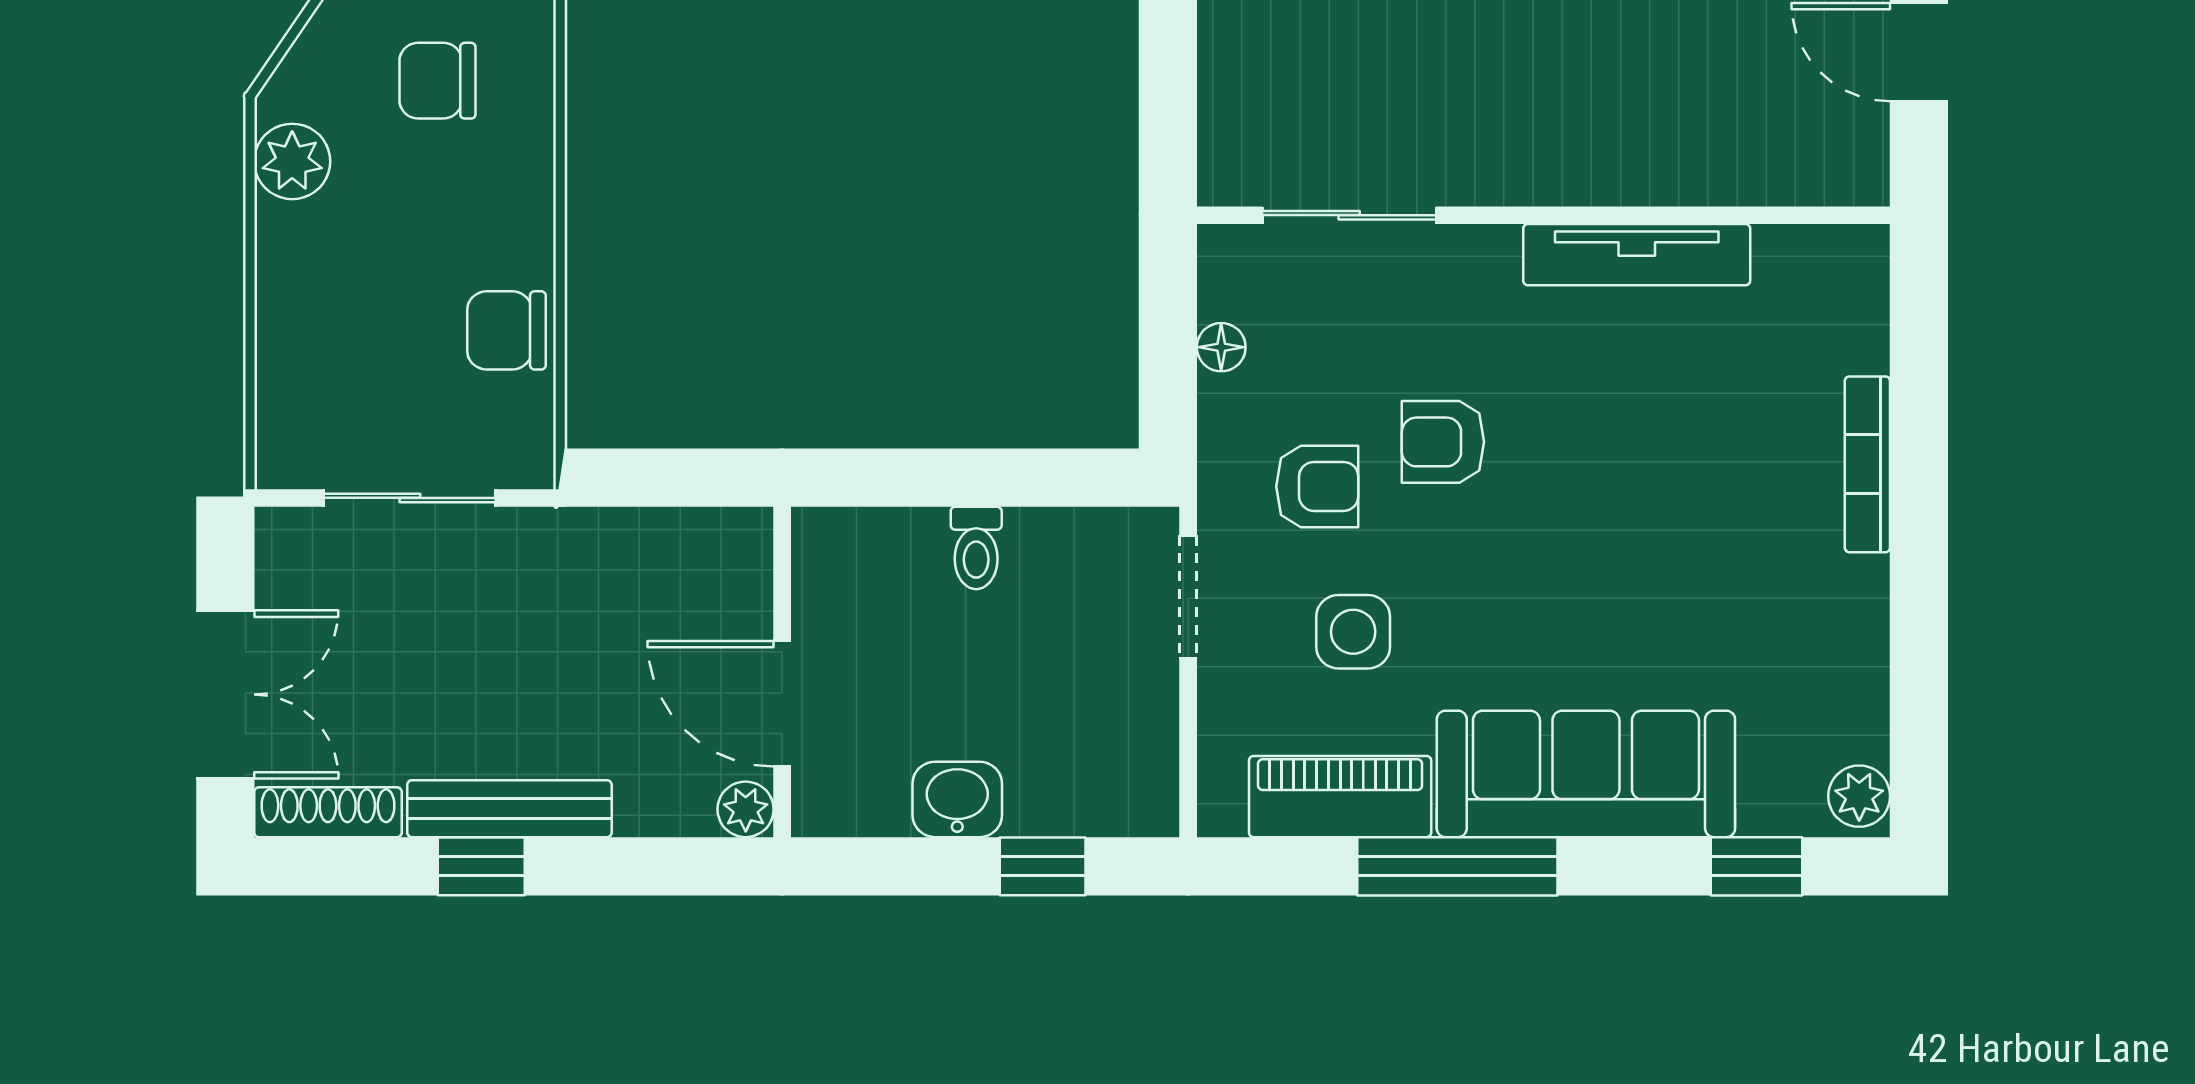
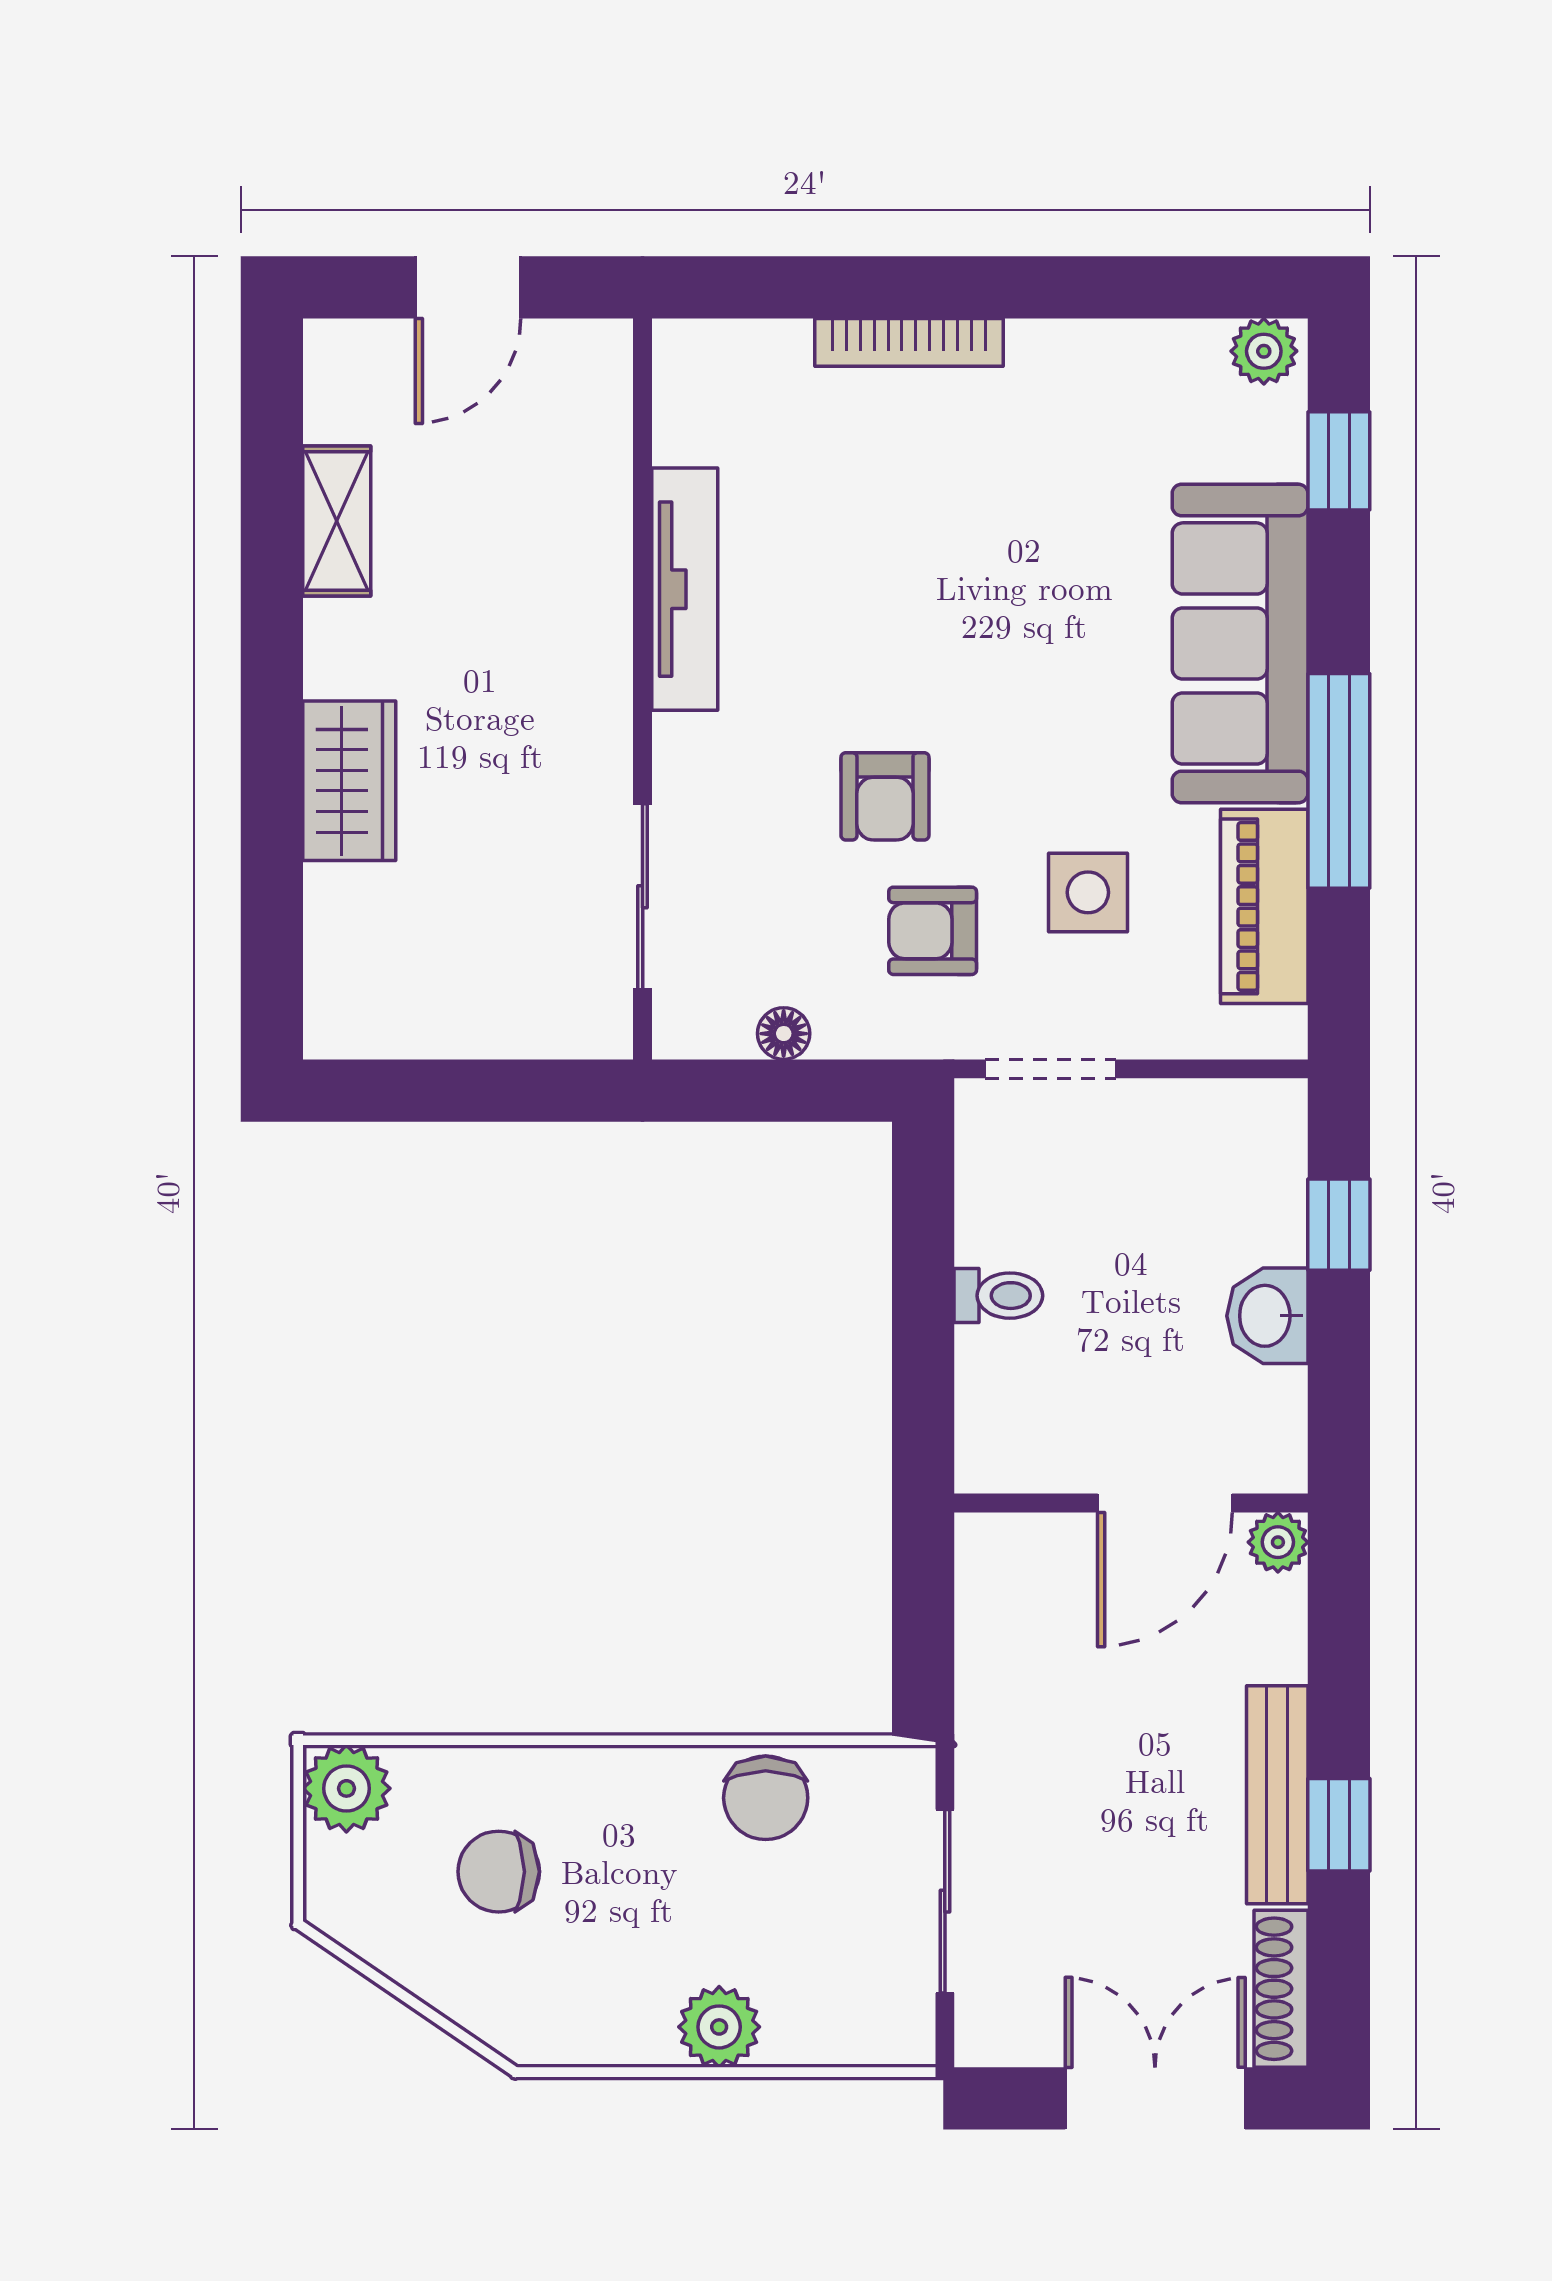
chair: (437, 81) -> (499, 1872), turned 90
plant: (292, 161) -> (719, 2027), moved
armchair: (1317, 486) -> (933, 931), turned -90

